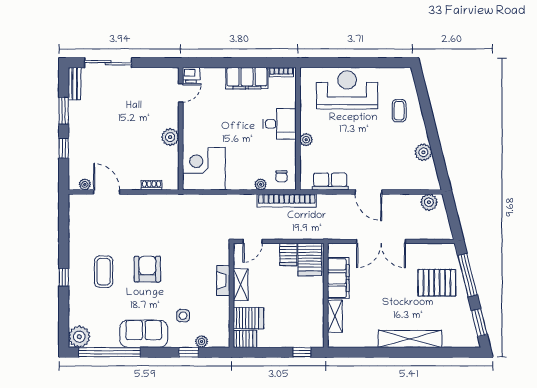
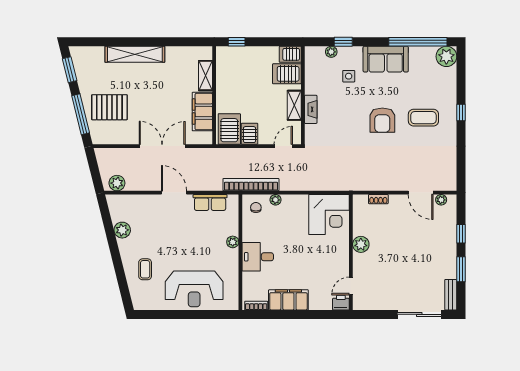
coffee table: (104, 272) -> (423, 118), turned 90

